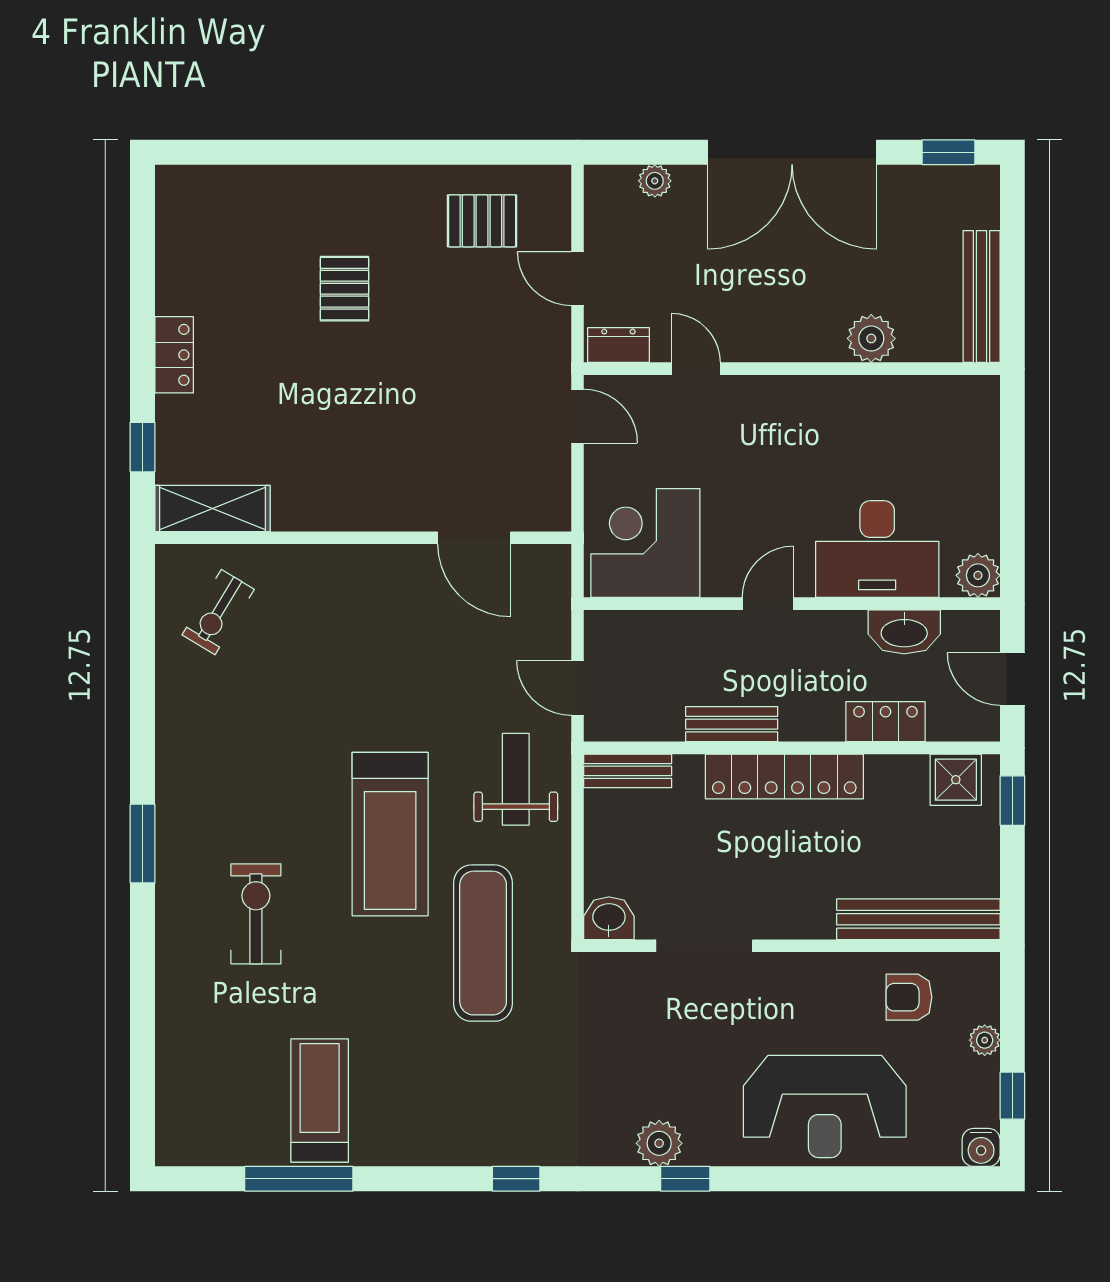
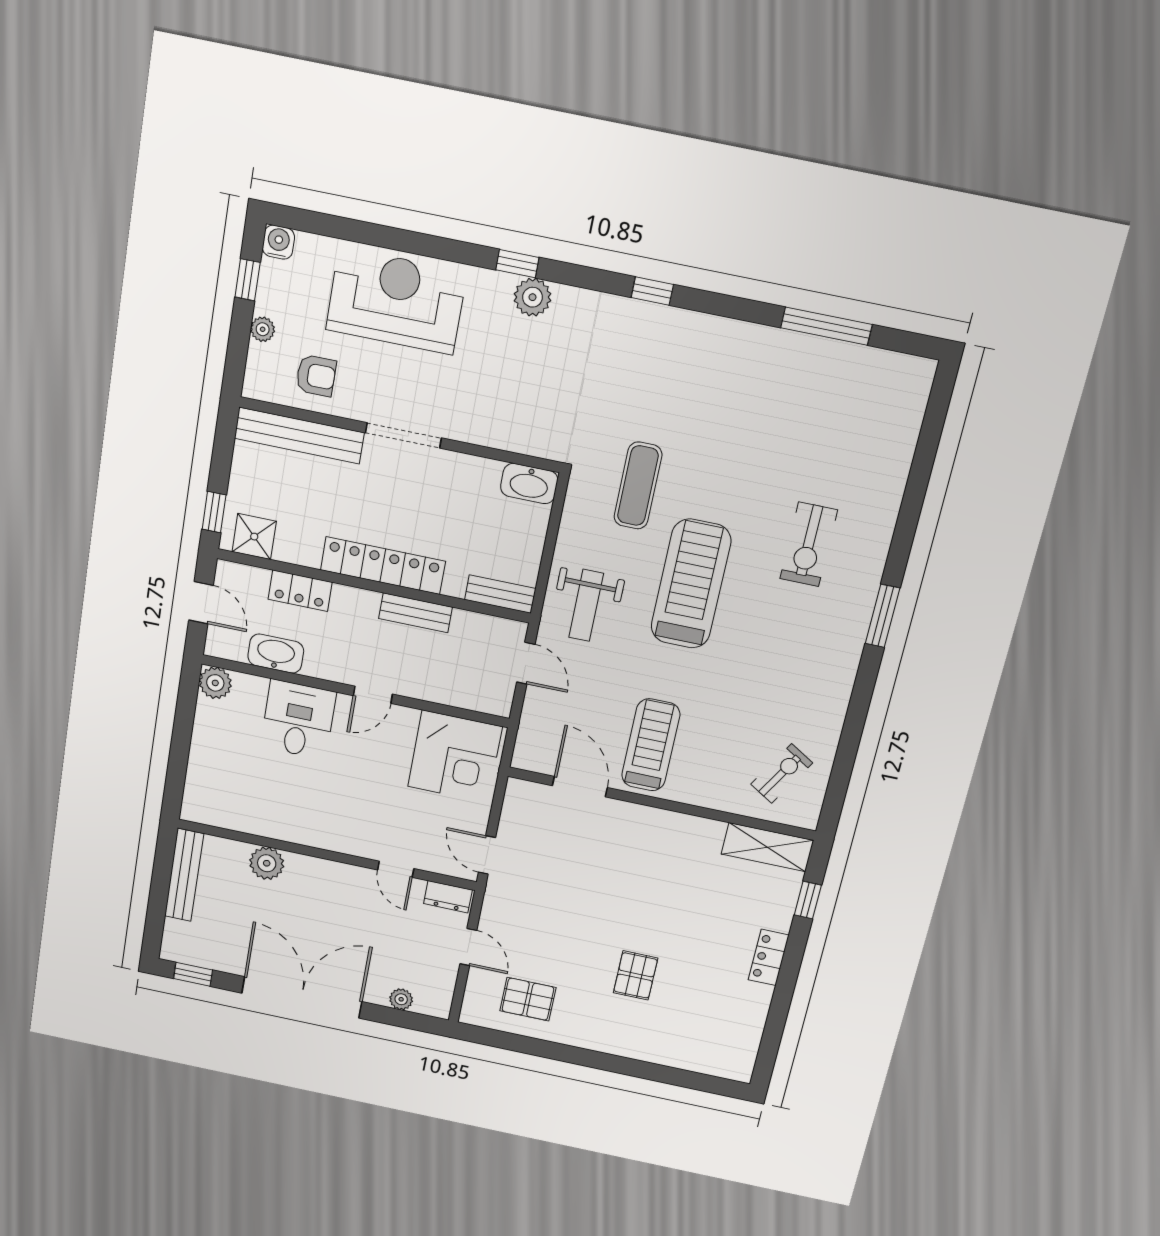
desk: (877, 549) -> (298, 720), width x0.73
washbasin: (609, 918) -> (529, 484), width x1.38
exercise mat: (483, 943) -> (638, 486), width x0.73, depth x0.69
doorway: (704, 946) -> (403, 435), moved
treadmill: (320, 1100) -> (651, 745), moved, turned 180

